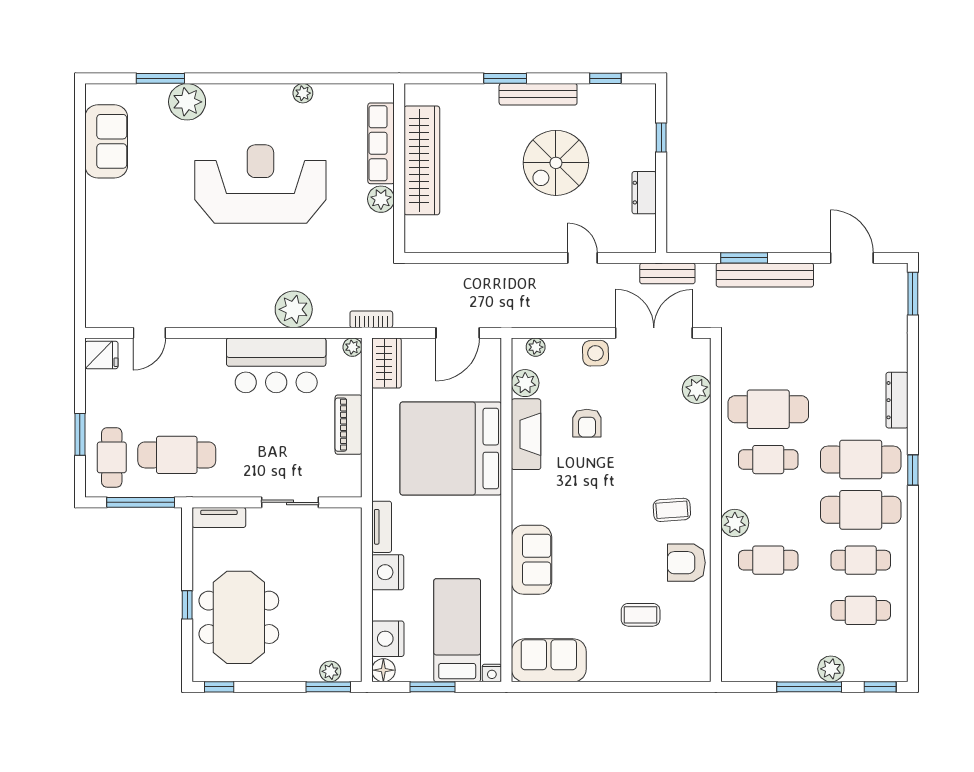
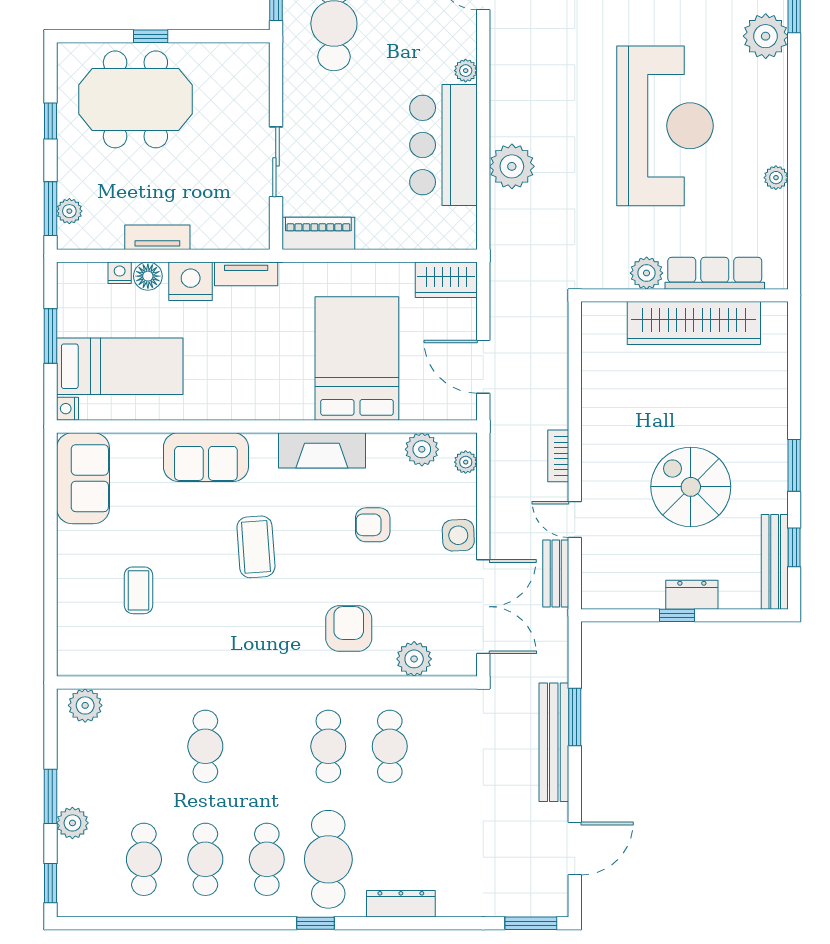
window: (505, 78) -> (794, 465), moved
bench: (538, 94) -> (775, 562), moved
window: (661, 137) -> (677, 615), moved
dresser: (644, 193) -> (692, 595), moved
door: (583, 258) -> (575, 519), swing flipped
bench: (667, 273) -> (556, 573), moved
bookcase: (371, 319) -> (558, 456), moved, turned 180
plant: (352, 347) -> (466, 71), moved
cafe table: (768, 409) -> (390, 746), width x0.73, depth x0.74
piano: (349, 425) -> (318, 233), moved
fireplace: (526, 434) -> (322, 450), moved
bed: (451, 449) -> (357, 358), width x0.73
coffee table: (672, 510) -> (256, 547), moved, width x1.36, depth x1.30
cafe table: (861, 510) -> (267, 859), width x0.73, depth x0.74
tv unit: (219, 518) -> (157, 237), moved, turned 90
plant: (735, 523) -> (85, 705), moved
armchair: (686, 563) -> (349, 629), moved
nightstand: (388, 639) -> (120, 273), width x0.53, depth x0.56
floor lamp: (383, 670) -> (148, 276), moved
window: (219, 687) -> (50, 121), moved
window: (809, 687) -> (50, 796), width x0.69

